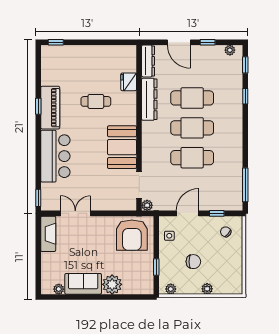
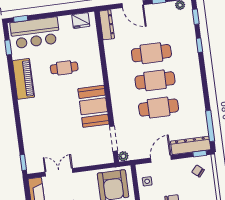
fridge: (129, 82) -> (81, 21), moved, turned -90
dresser: (149, 99) -> (191, 145), moved, turned -90
window: (38, 106) -> (8, 47), moved
bar counter: (55, 156) -> (35, 33), moved, turned 90
window: (217, 213) -> (200, 154), moved

